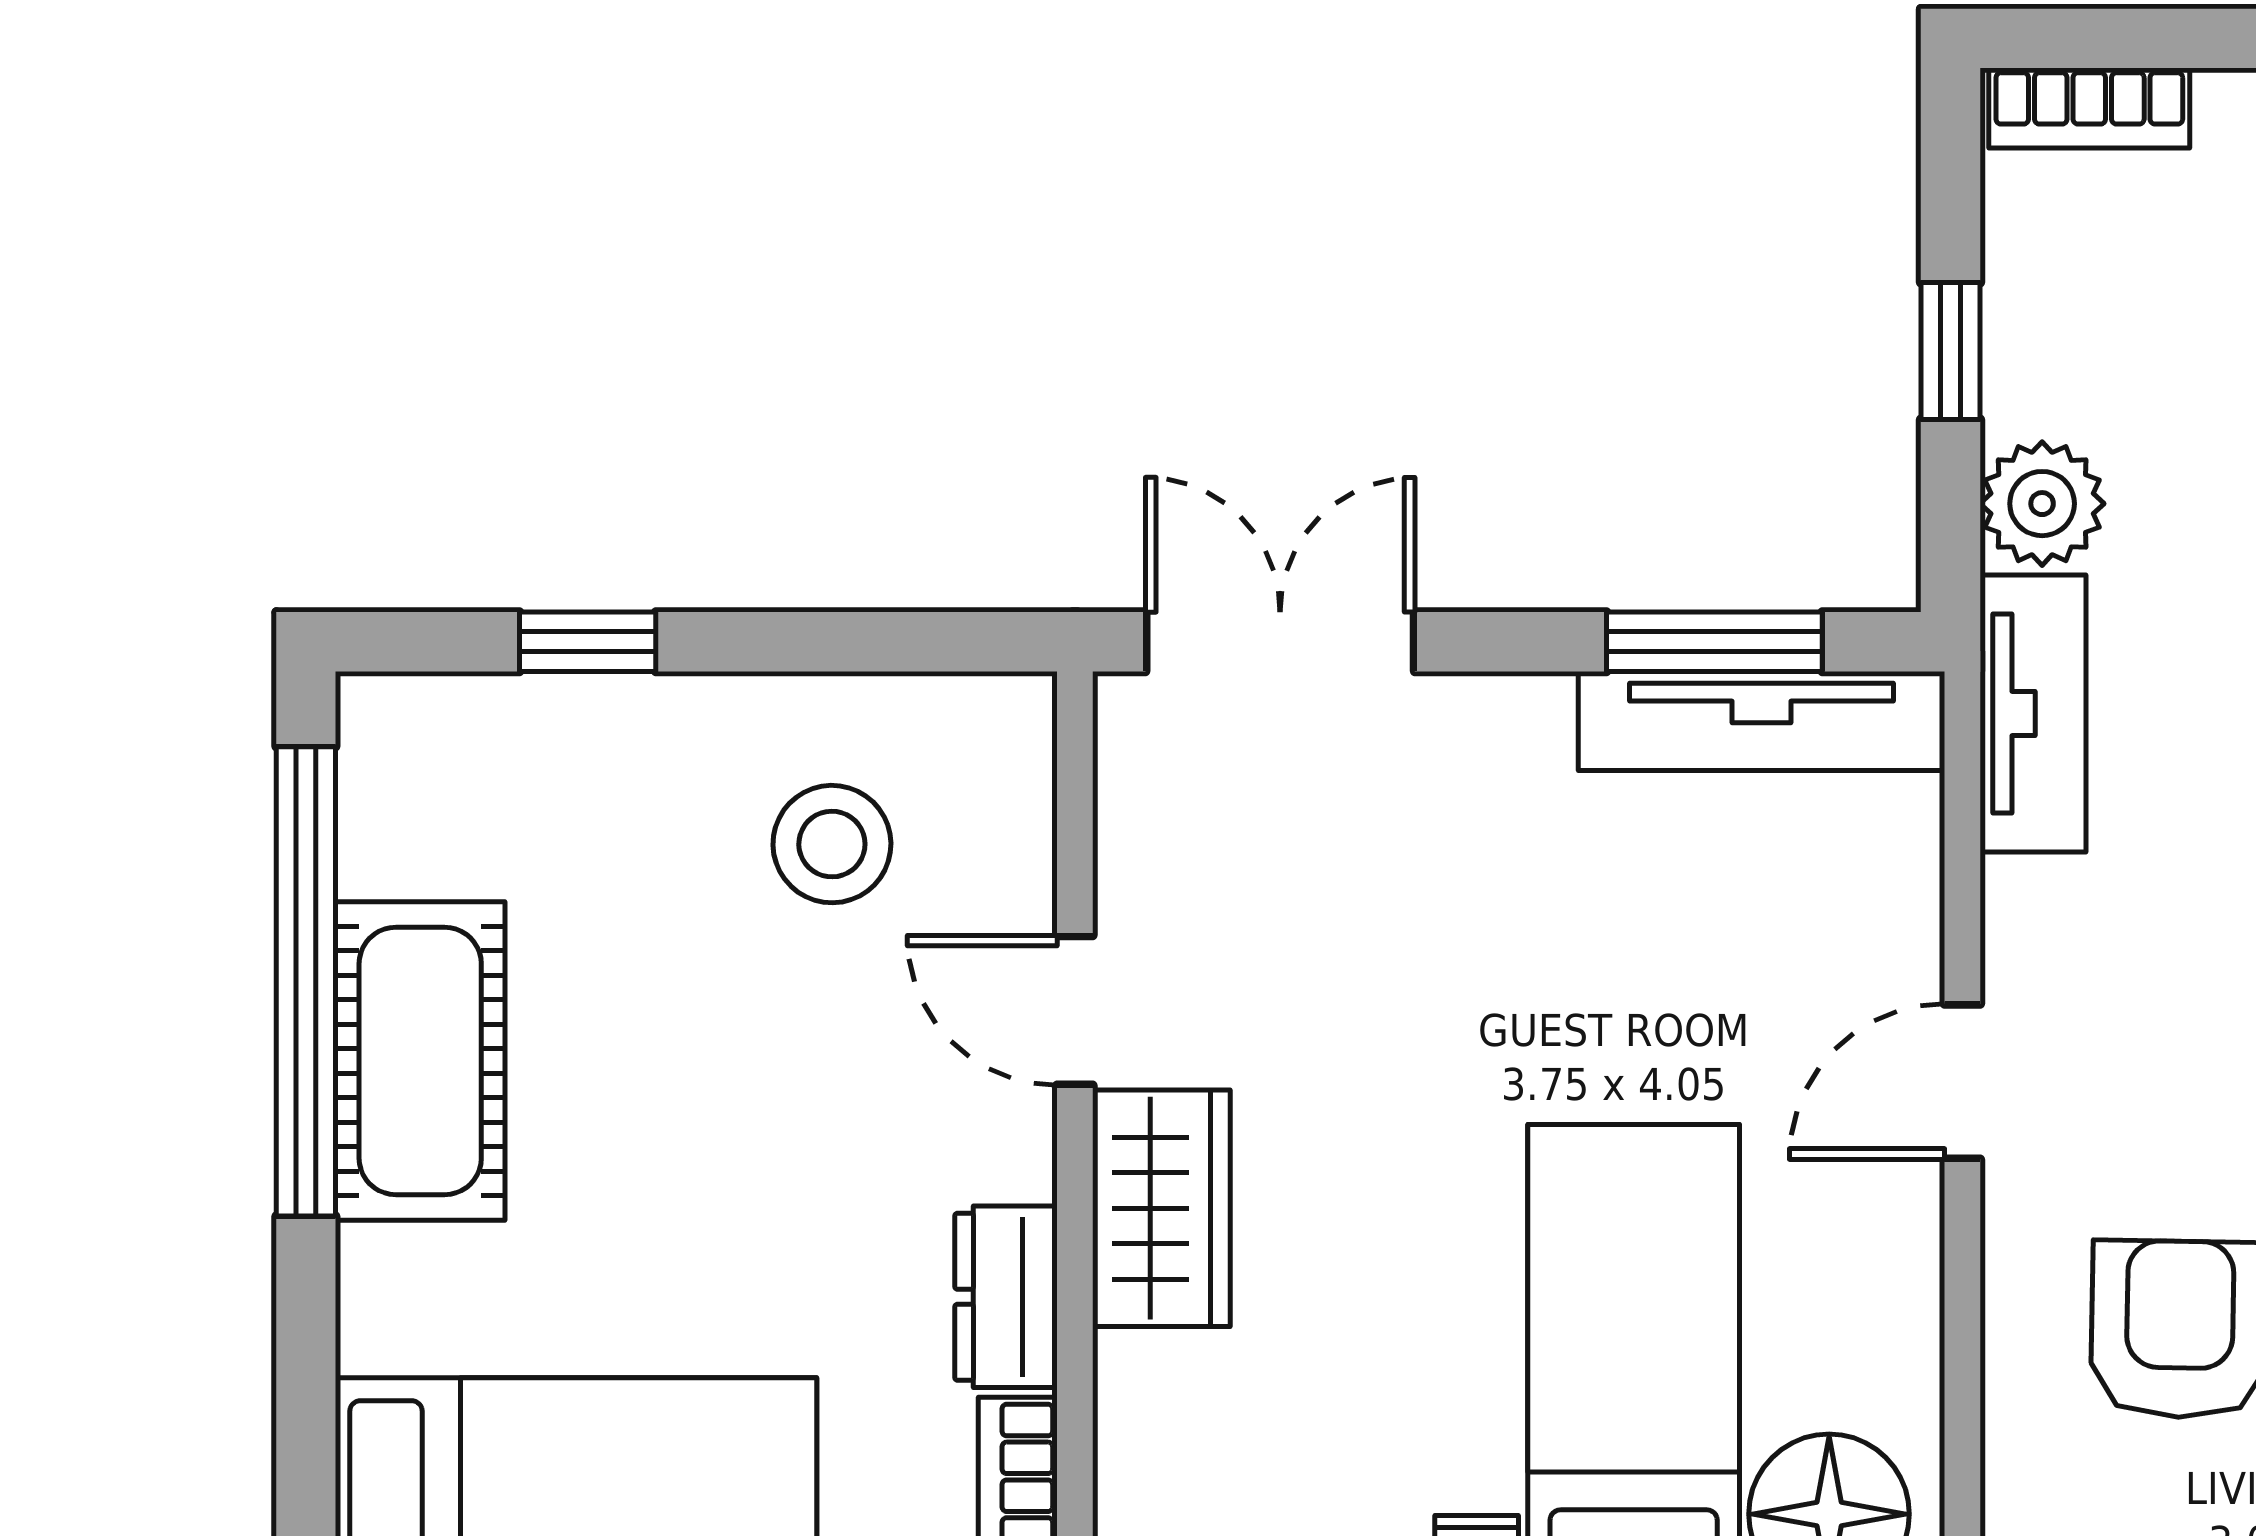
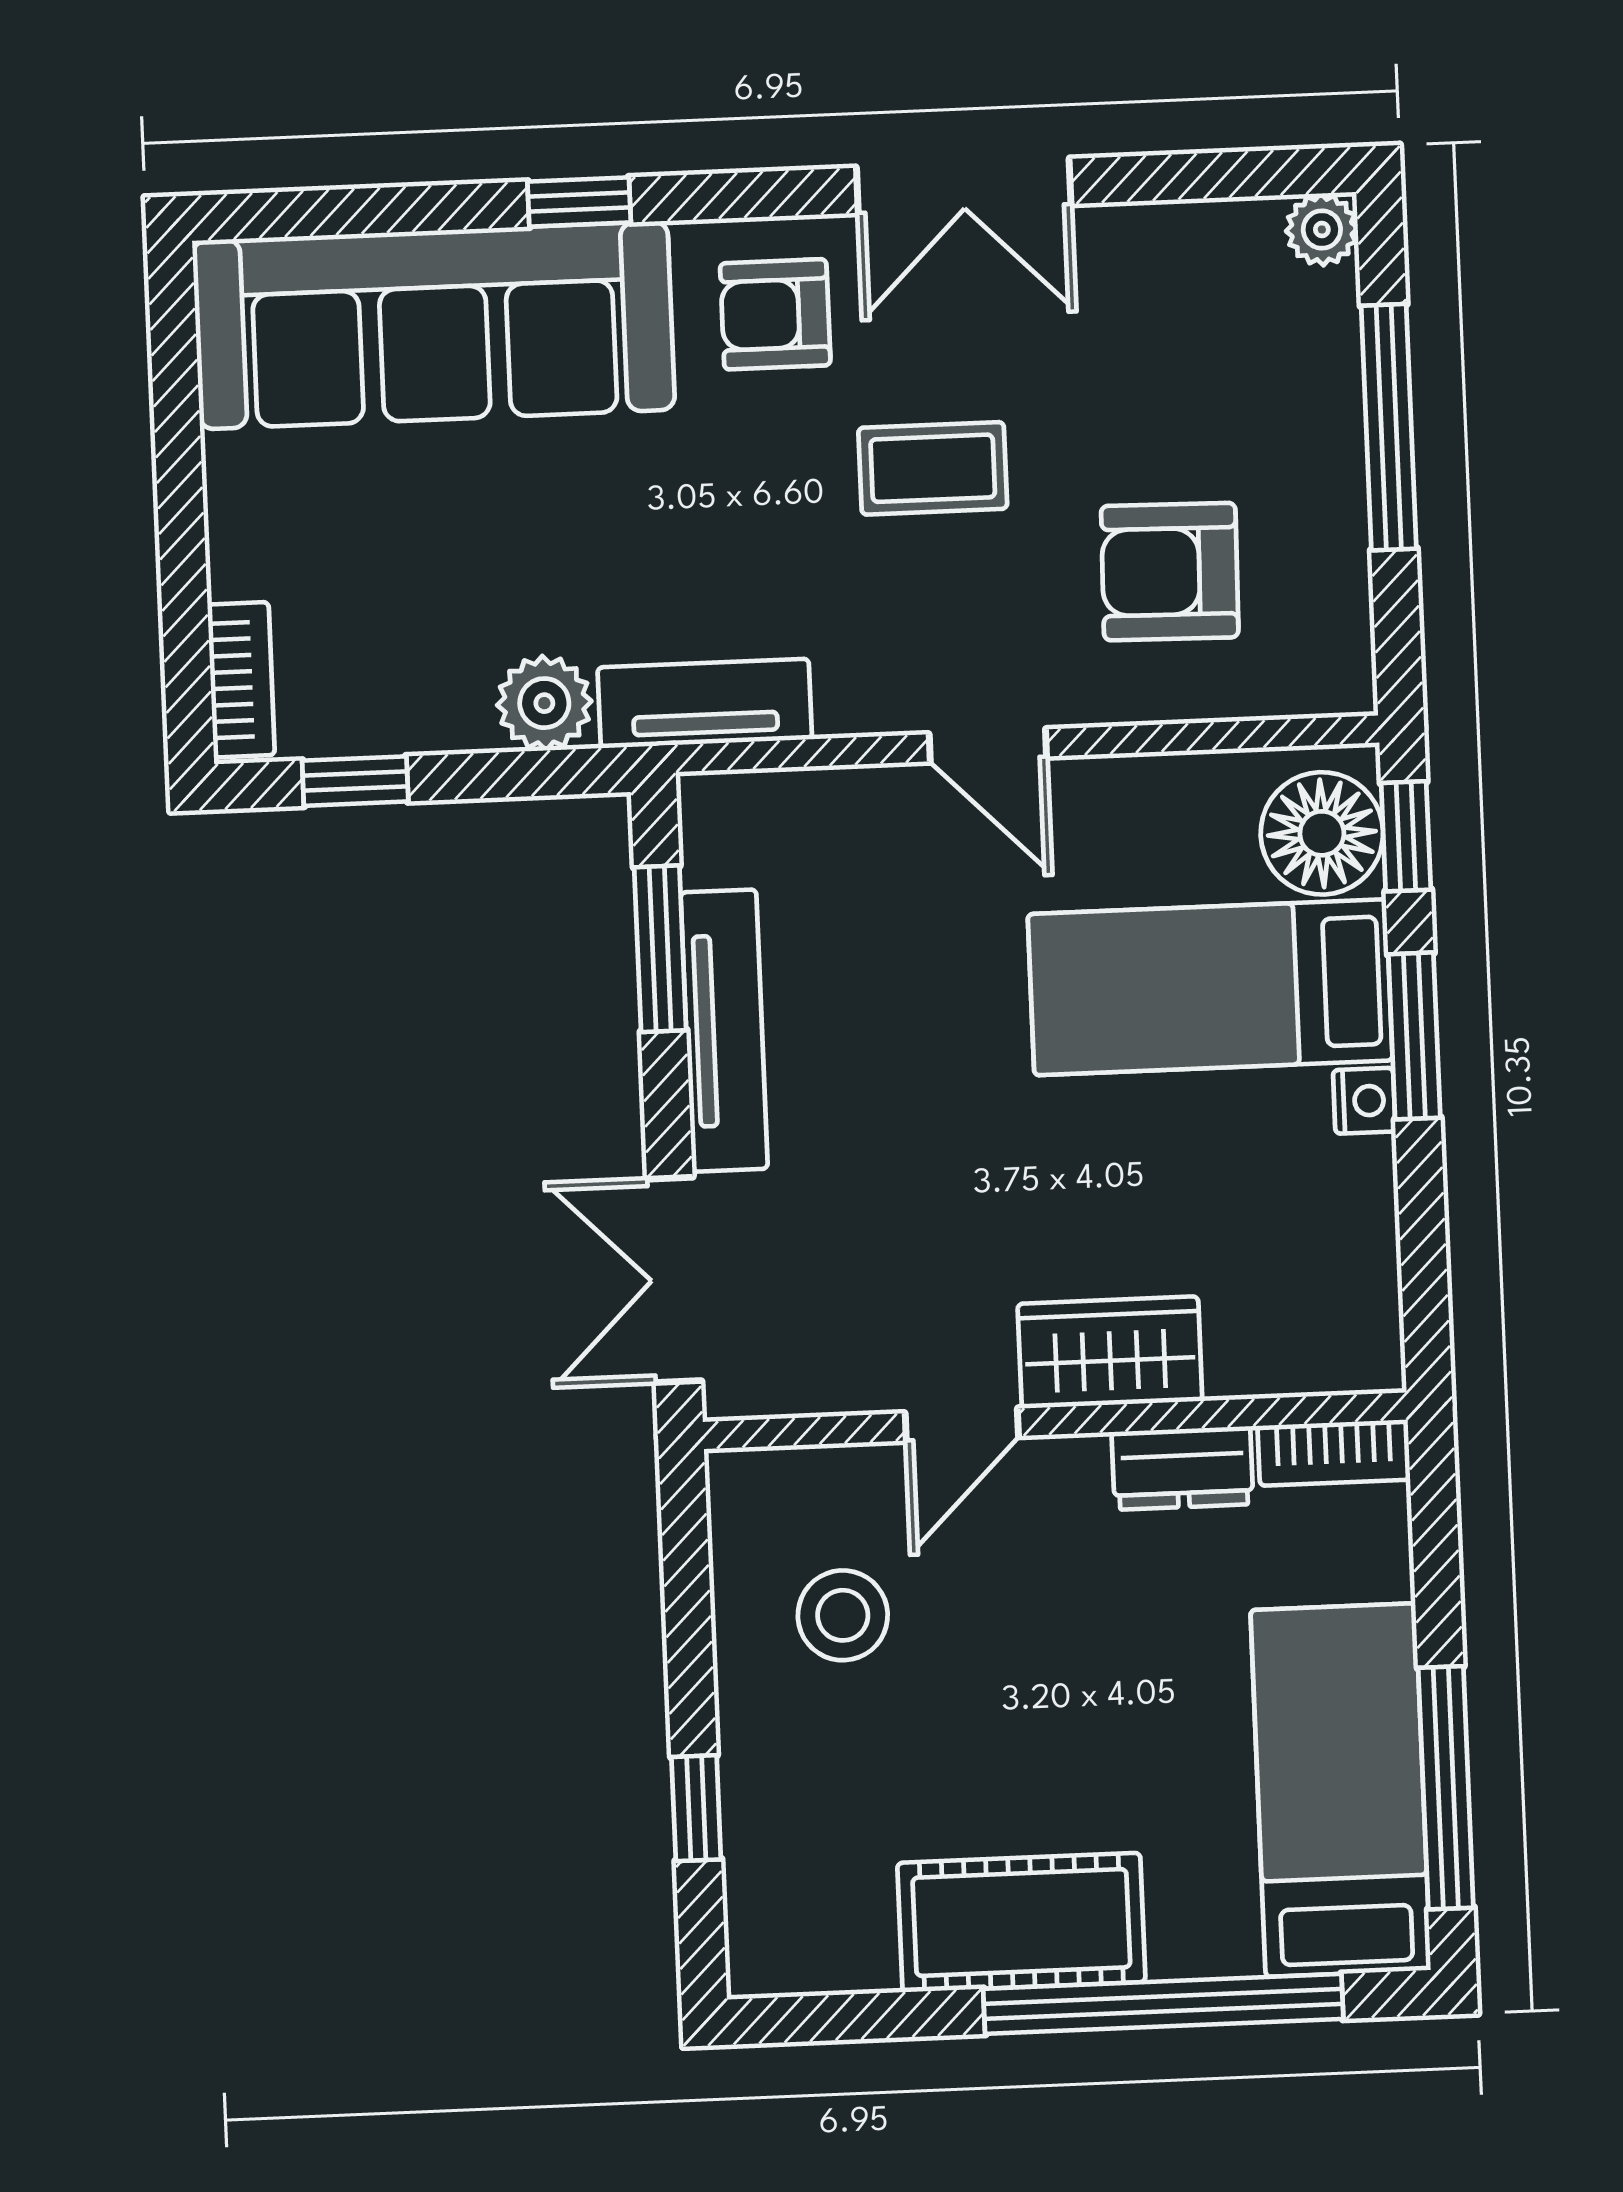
window: (1951, 351) -> (355, 781), moved
tv unit: (1762, 721) -> (724, 1031), moved
window: (306, 981) -> (1163, 2004), moved

